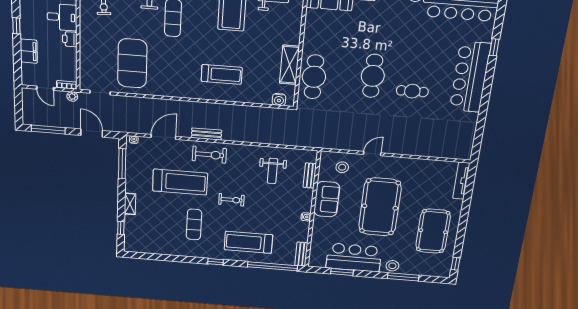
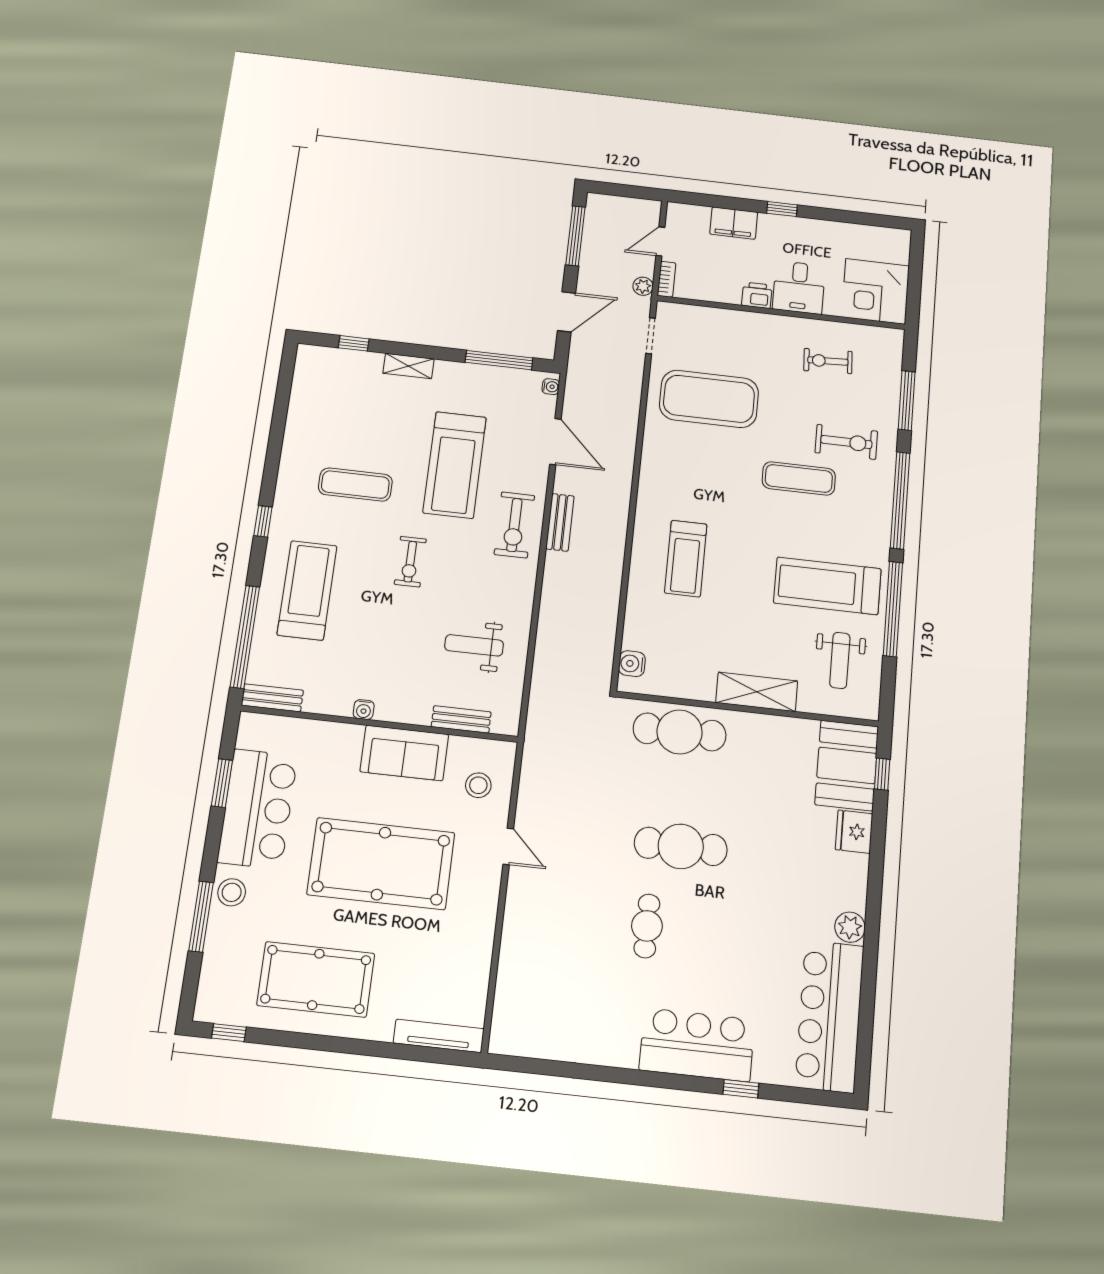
shelving: (289, 65) -> (757, 692), moved
bar counter: (470, 77) -> (697, 1045), width x0.73

